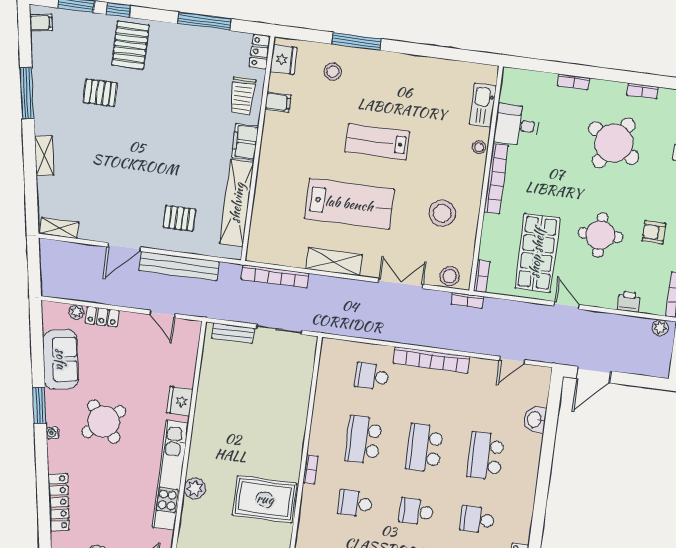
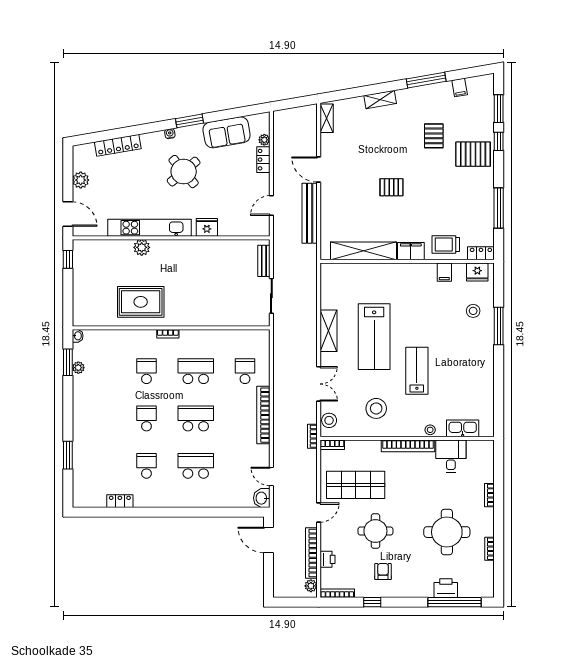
filing cabinet: (41, 23) -> (460, 87), moved
lab bench: (377, 142) -> (417, 371), moved
round table: (614, 143) -> (447, 532), turned -31
pallet: (179, 218) -> (391, 187), moved, turned 90
bookcase: (275, 276) -> (311, 553), moved
washbasin: (535, 420) -> (262, 498), moved, turned -90
rug: (265, 499) -> (141, 302), turned 90

